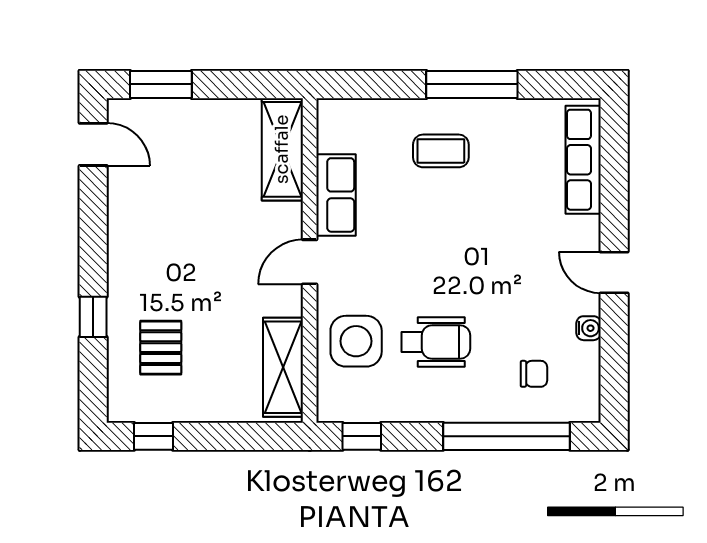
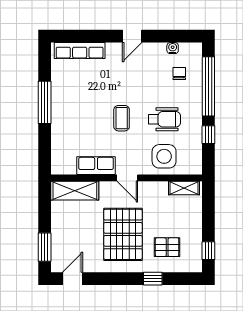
coffee table: (441, 151) -> (122, 118), moved
pallet: (188, 253) -> (123, 234), added
water cooler: (589, 328) -> (173, 48), moved
wheelchair: (436, 342) -> (164, 119), turned 90
shelving: (283, 367) -> (184, 188), width x0.67, depth x0.75
window: (362, 436) -> (208, 135), moved

